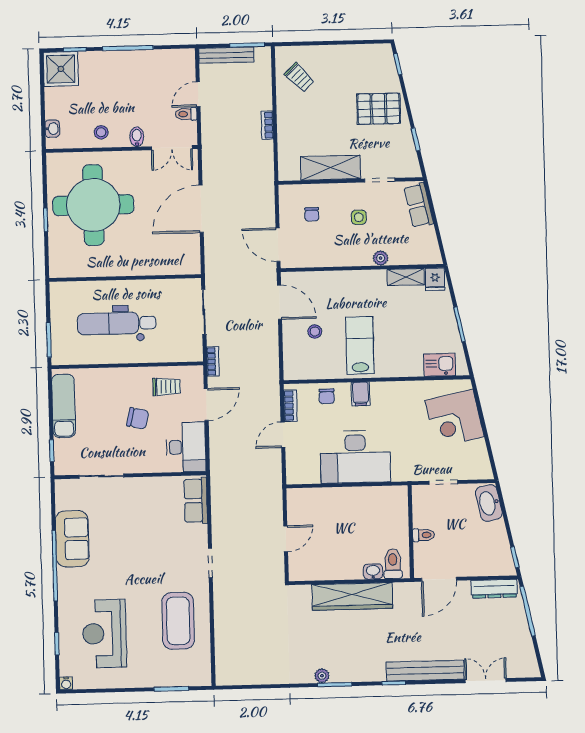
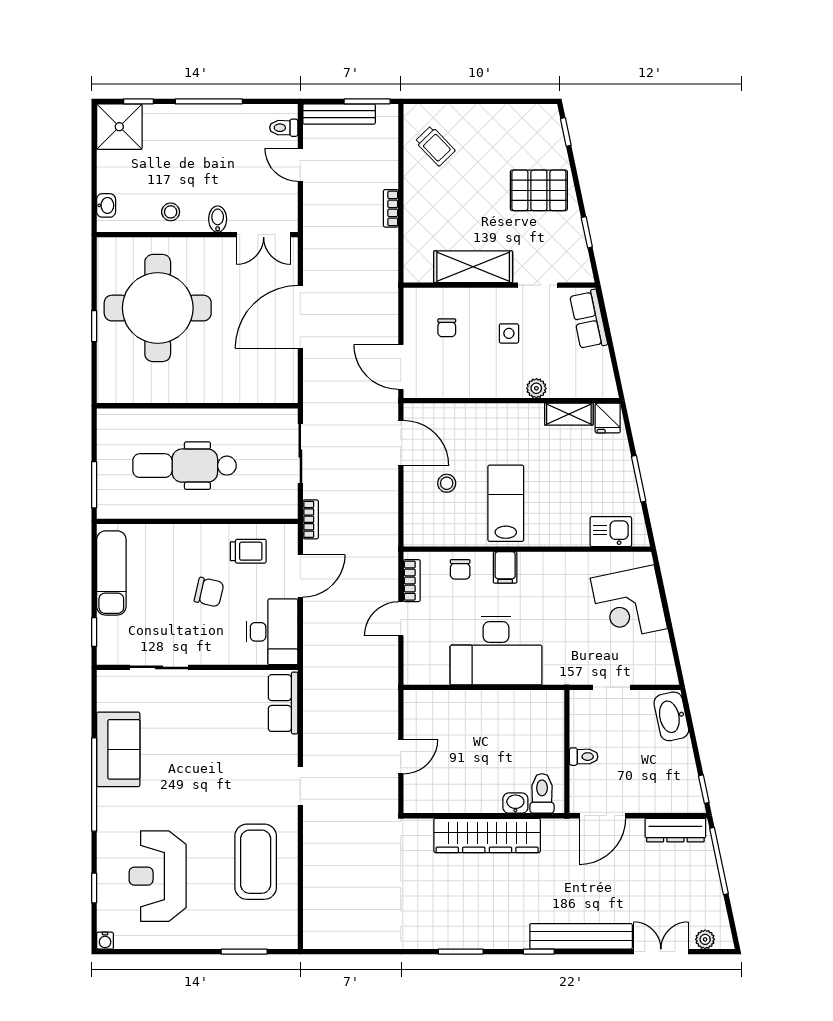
door: (198, 94) -> (300, 165), hinge flipped
toilet: (186, 114) -> (284, 128), moved
plant: (322, 676) -> (705, 939), moved

